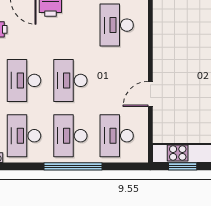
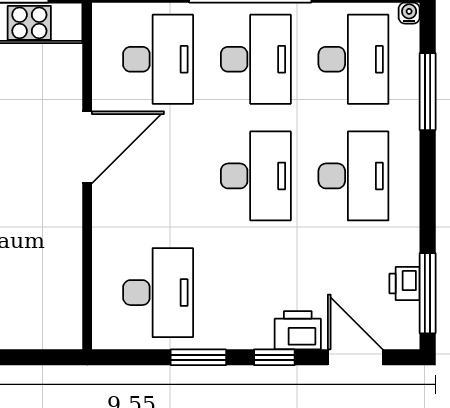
door: (150, 94) -> (87, 147), width x1.36

